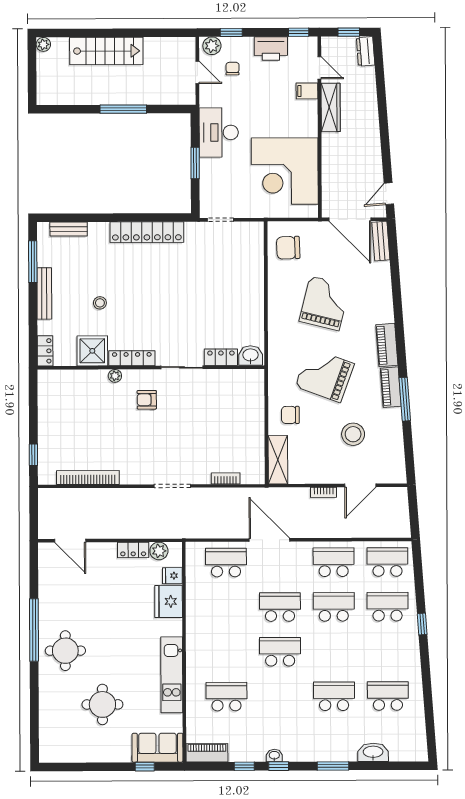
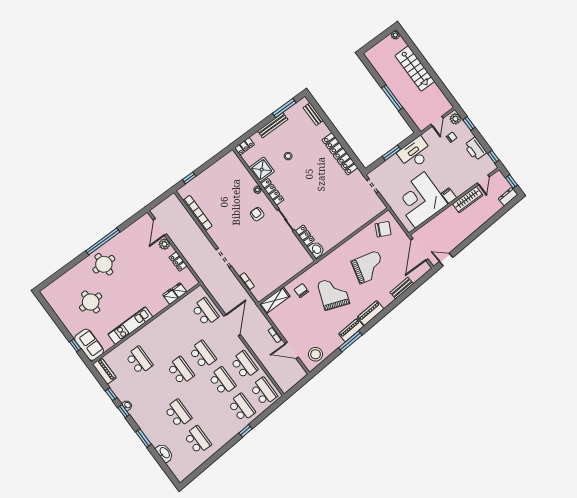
filing cabinet: (307, 91) -> (449, 196), moved
bench: (381, 241) -> (402, 288), moved
chair: (288, 248) -> (383, 229), turned 118
stool: (353, 434) -> (316, 354), moved
plant: (159, 551) -> (164, 244), moved
fridge: (169, 601) -> (170, 296), width x0.53, depth x0.75

